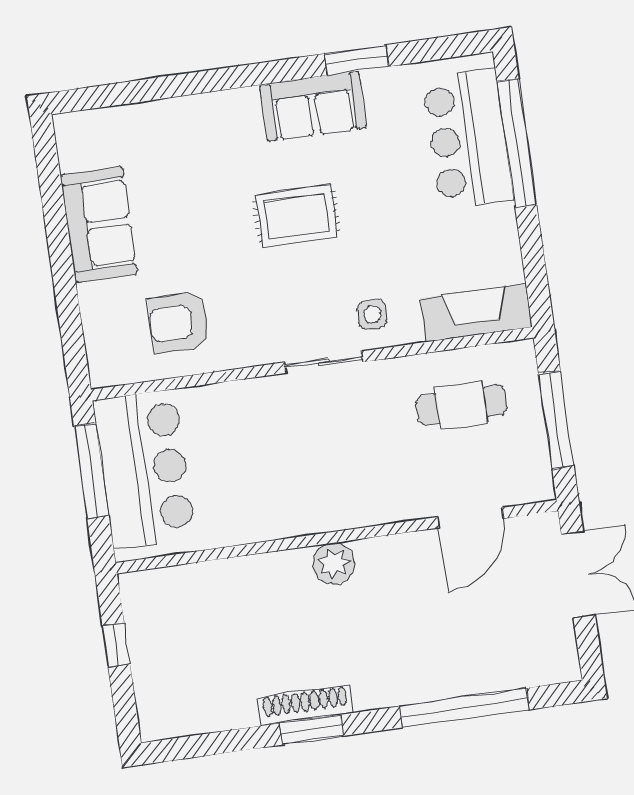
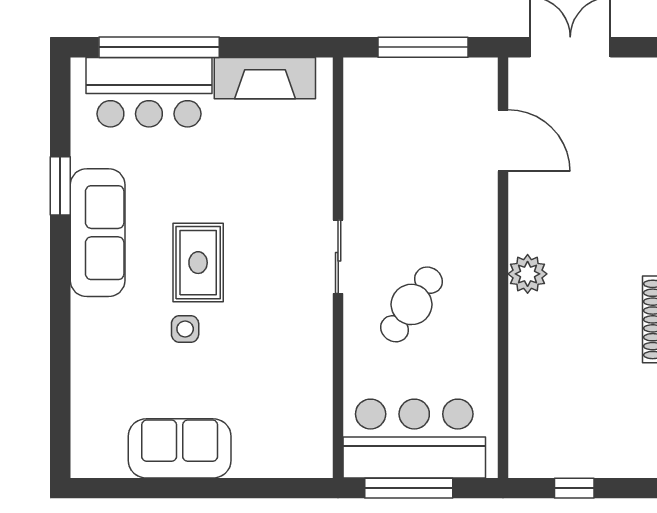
sofa: (313, 106) -> (98, 233), width x1.36
fireplace: (476, 313) -> (265, 78), moved, turned -90
side table: (372, 314) -> (185, 329), moved
armchair: (179, 322) -> (282, 387), removed
cafe table: (462, 405) -> (412, 304), moved, turned 35

